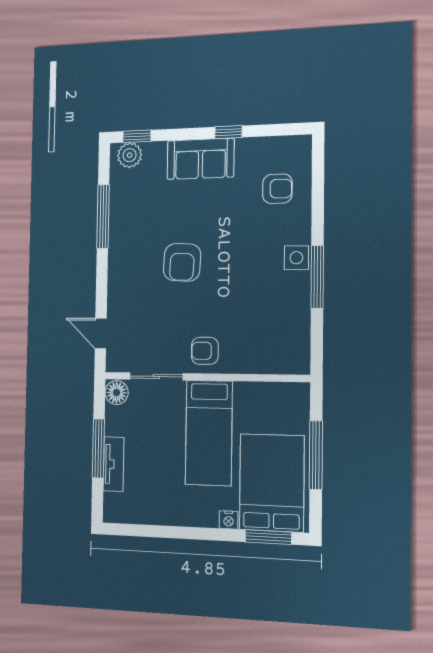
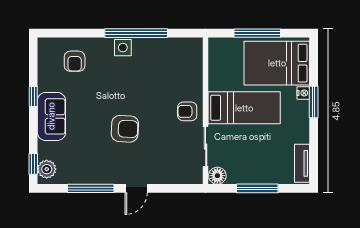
armchair: (277, 189) -> (75, 61), turned 180
window: (317, 277) -> (136, 33), width x1.46
door: (101, 333) -> (136, 188), moved
armchair: (205, 351) -> (187, 111), turned 90
tv unit: (113, 464) -> (302, 163), moved, turned -90
window: (268, 537) -> (314, 102), moved

